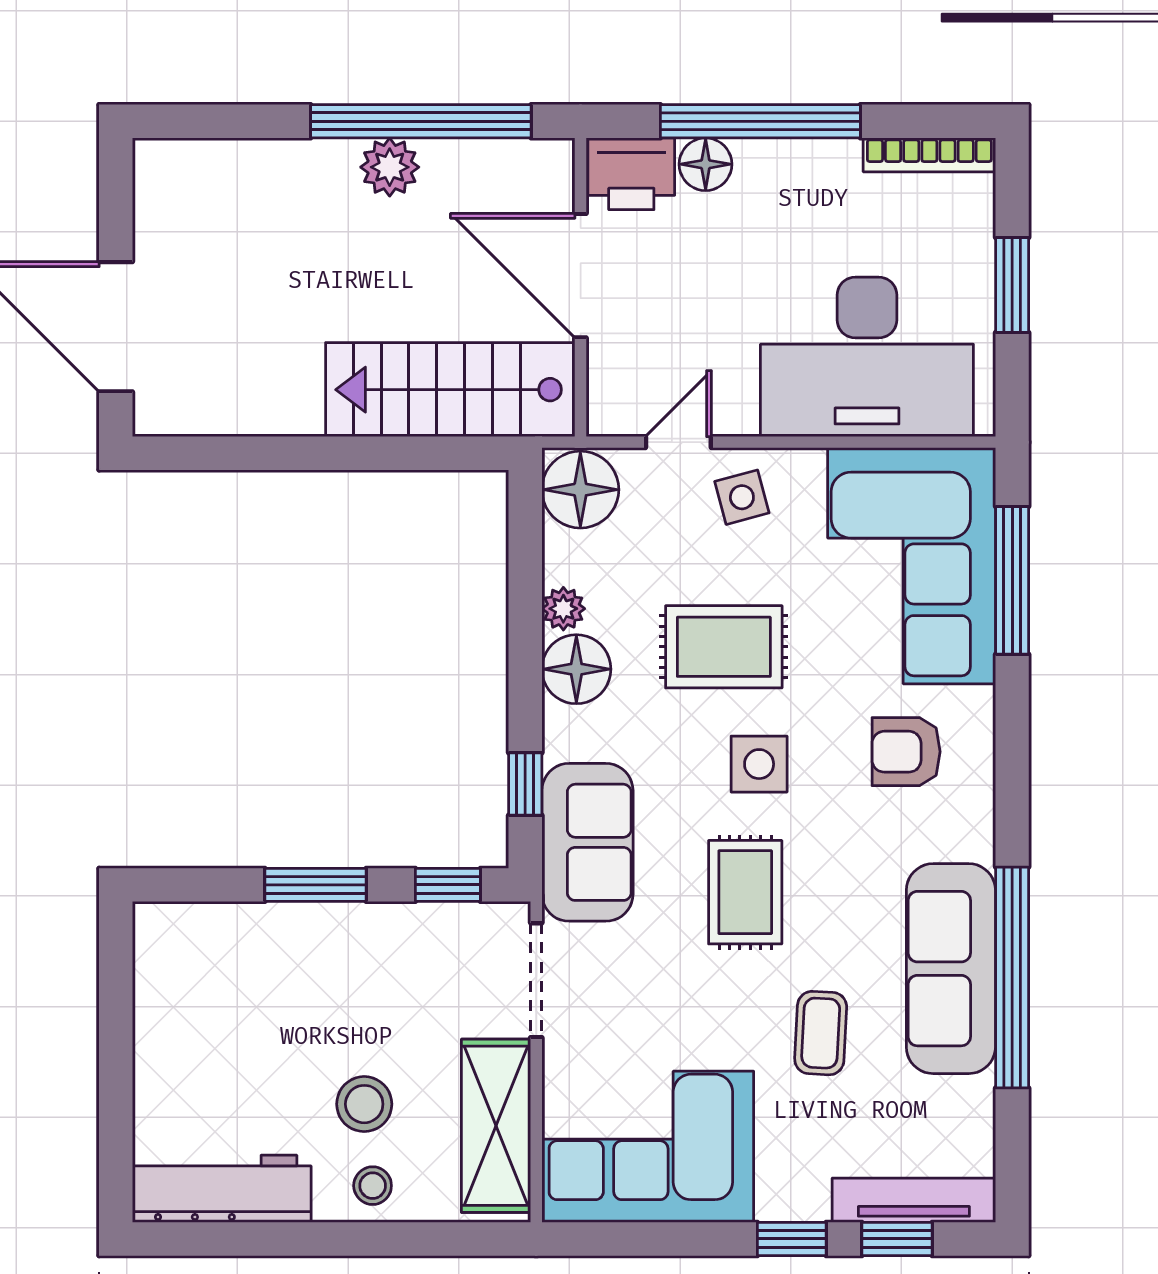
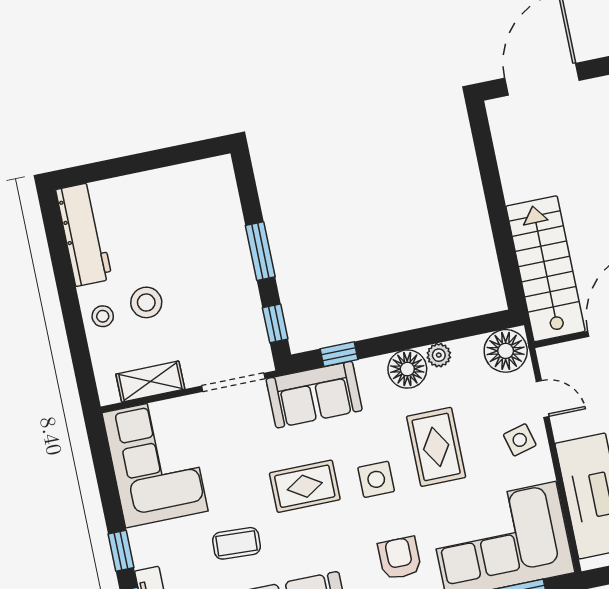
shelving: (496, 1126) -> (150, 382), width x0.67, depth x0.75

